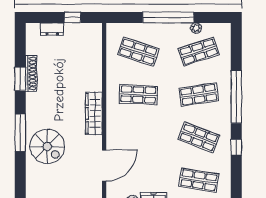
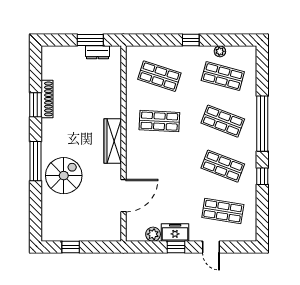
window: (72, 17) -> (90, 40), width x1.50
window: (168, 17) -> (191, 40), width x0.32
dresser: (52, 29) -> (97, 52), moved
shop shelf: (199, 52) -> (223, 76), turned 33
shop shelf: (199, 95) -> (223, 121), turned 30
spiral stairs: (47, 146) -> (64, 176), turned -90

